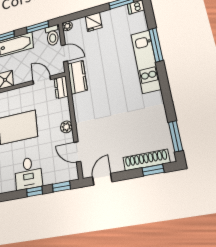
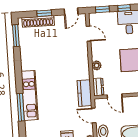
plant: (66, 127) -> (97, 65), moved
window: (153, 170) -> (44, 13), moved

